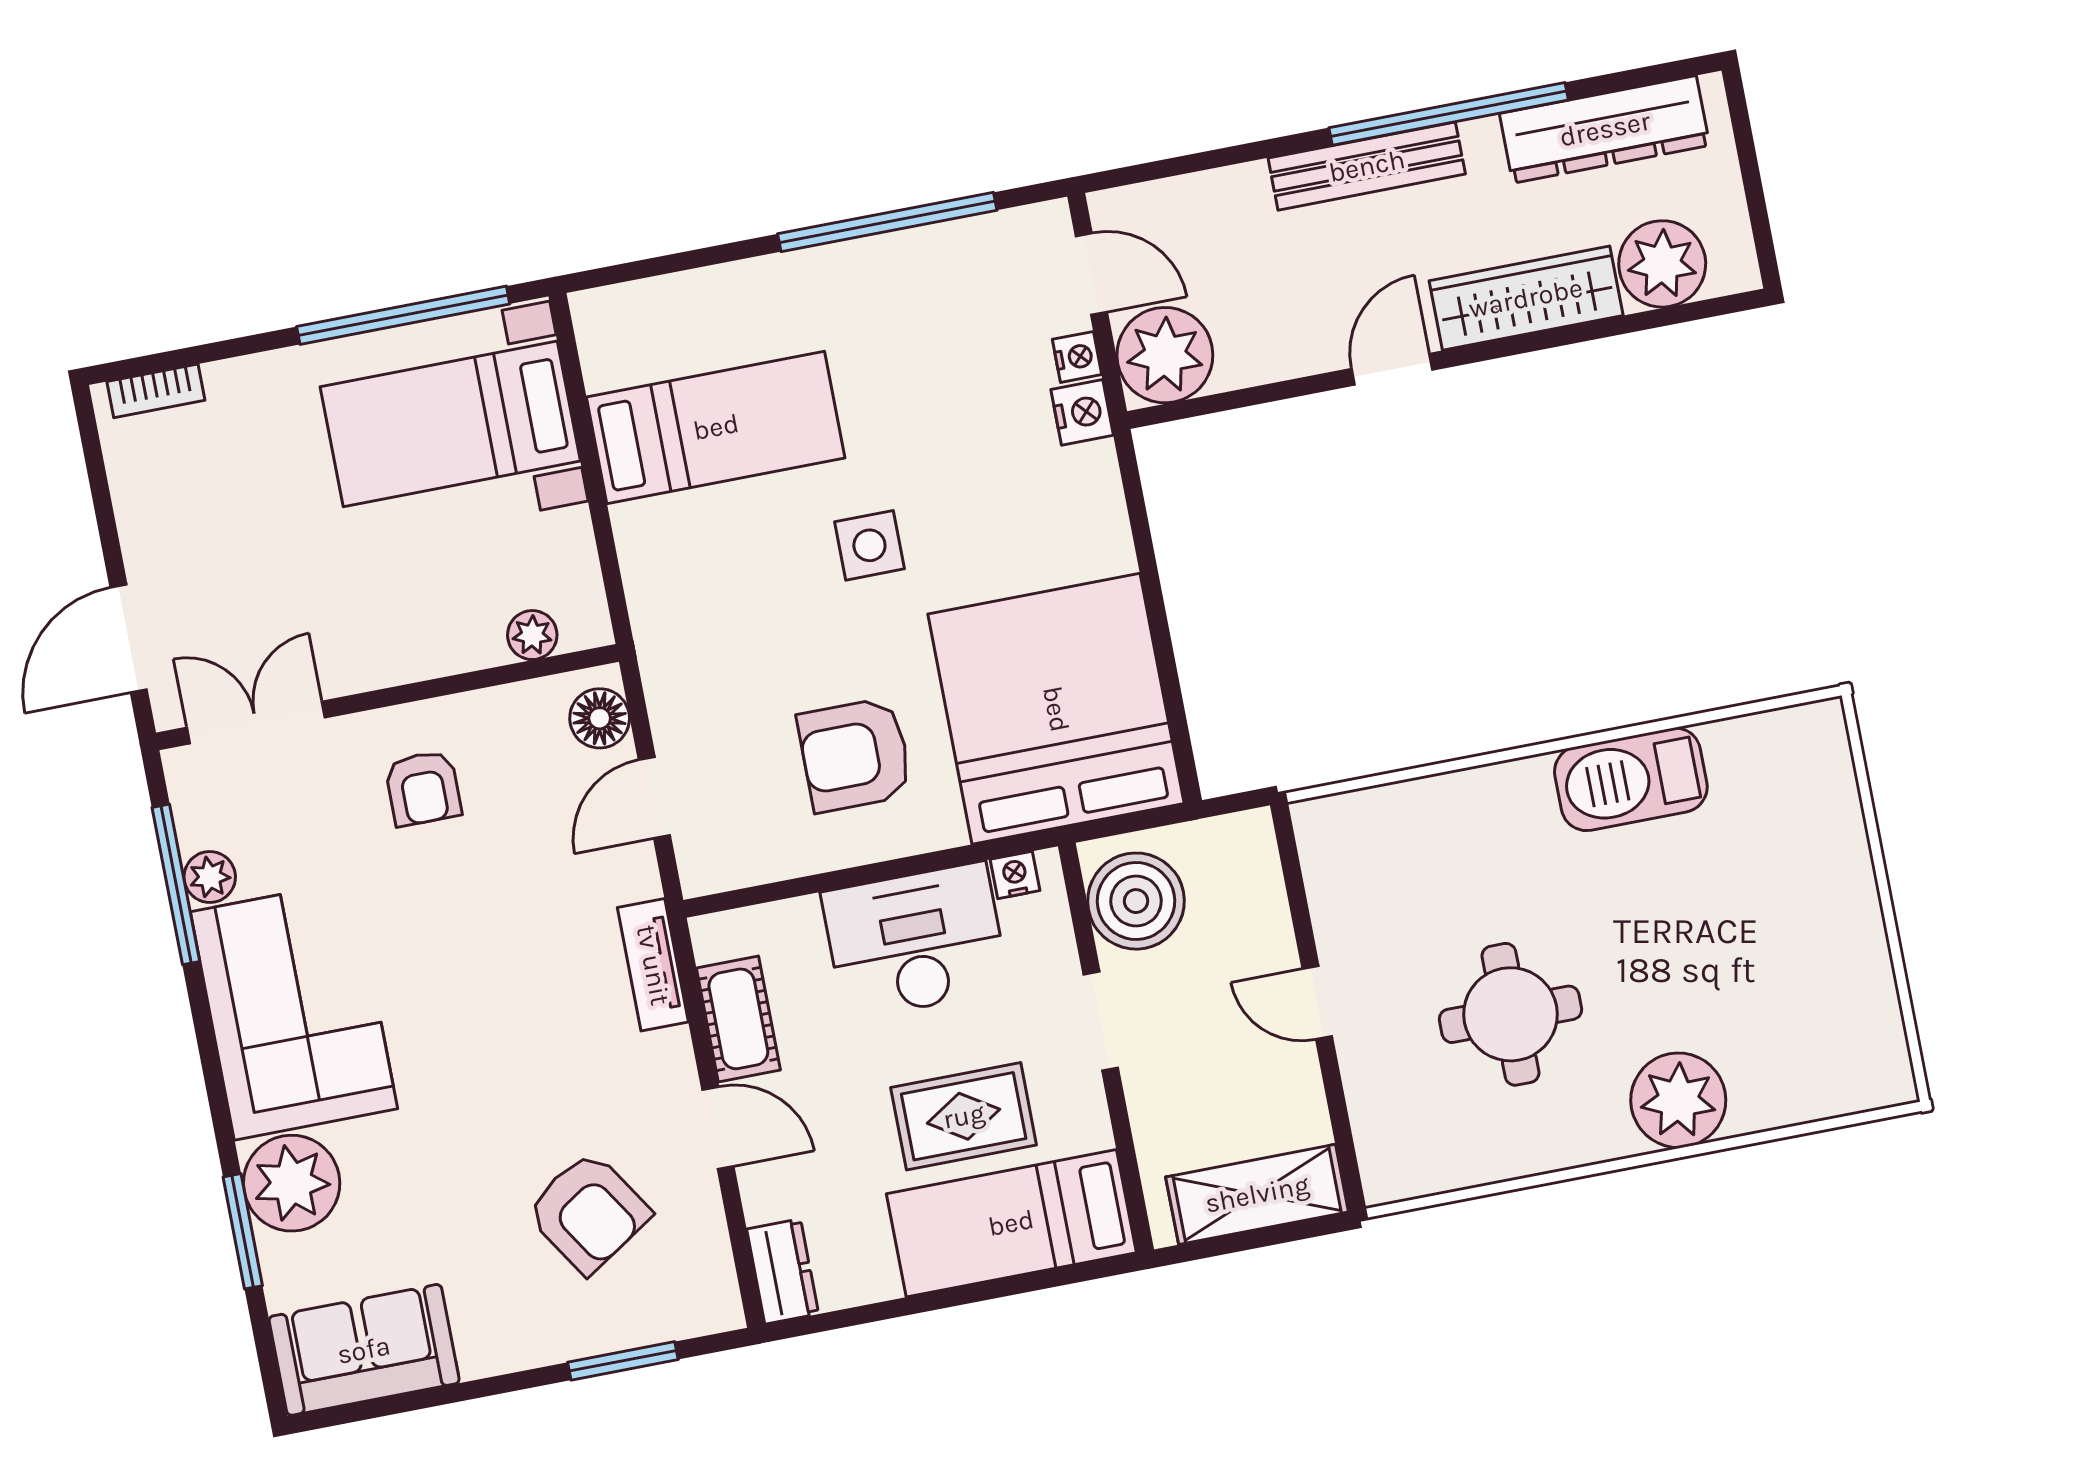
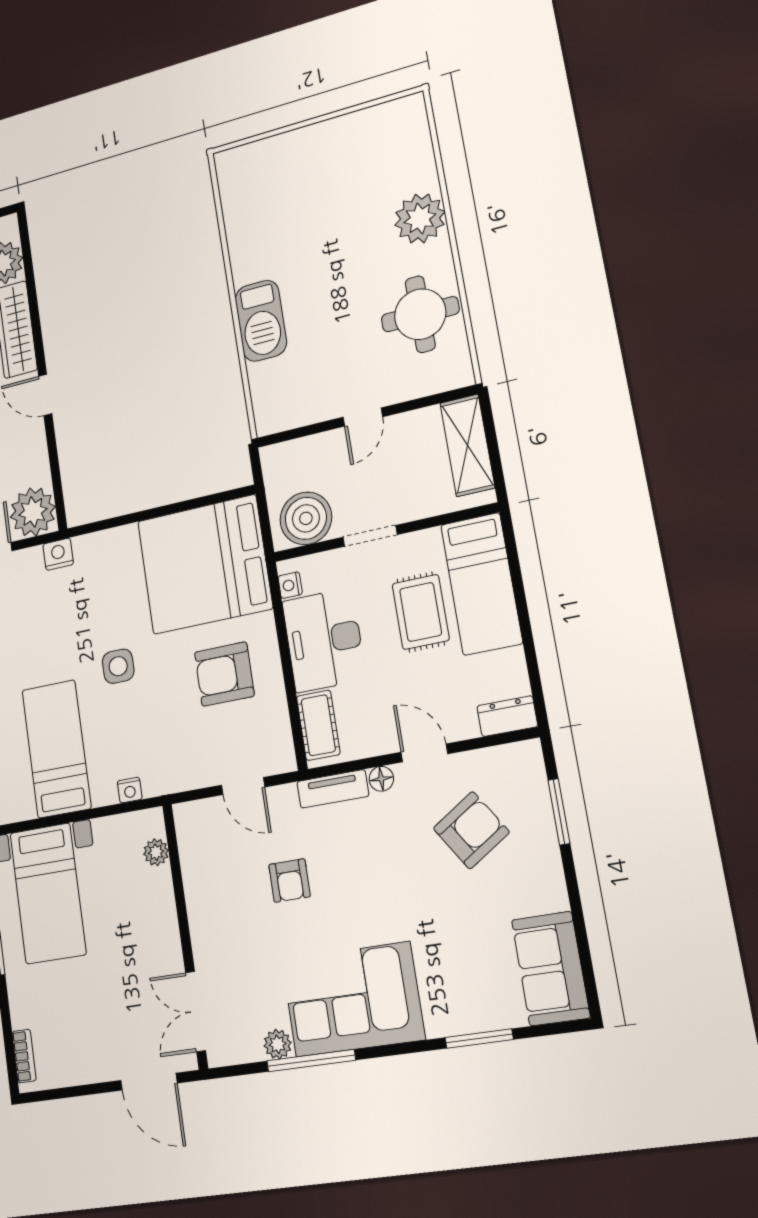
nightstand: (1077, 357) -> (130, 790), moved, turned 180
floor lamp: (600, 718) -> (381, 779), moved, width x0.73, depth x0.73
armchair: (855, 755) -> (224, 674), turned 90
barbecue: (1631, 779) -> (261, 321), moved
armchair: (423, 788) -> (290, 881), moved, turned 90
window: (176, 884) -> (311, 1061), moved
round table: (1510, 1014) -> (420, 314), moved
cot: (738, 1019) -> (318, 725), moved, turned 90
door: (718, 1128) -> (424, 753), hinge flipped
plant: (292, 1183) -> (451, 1007), removed

